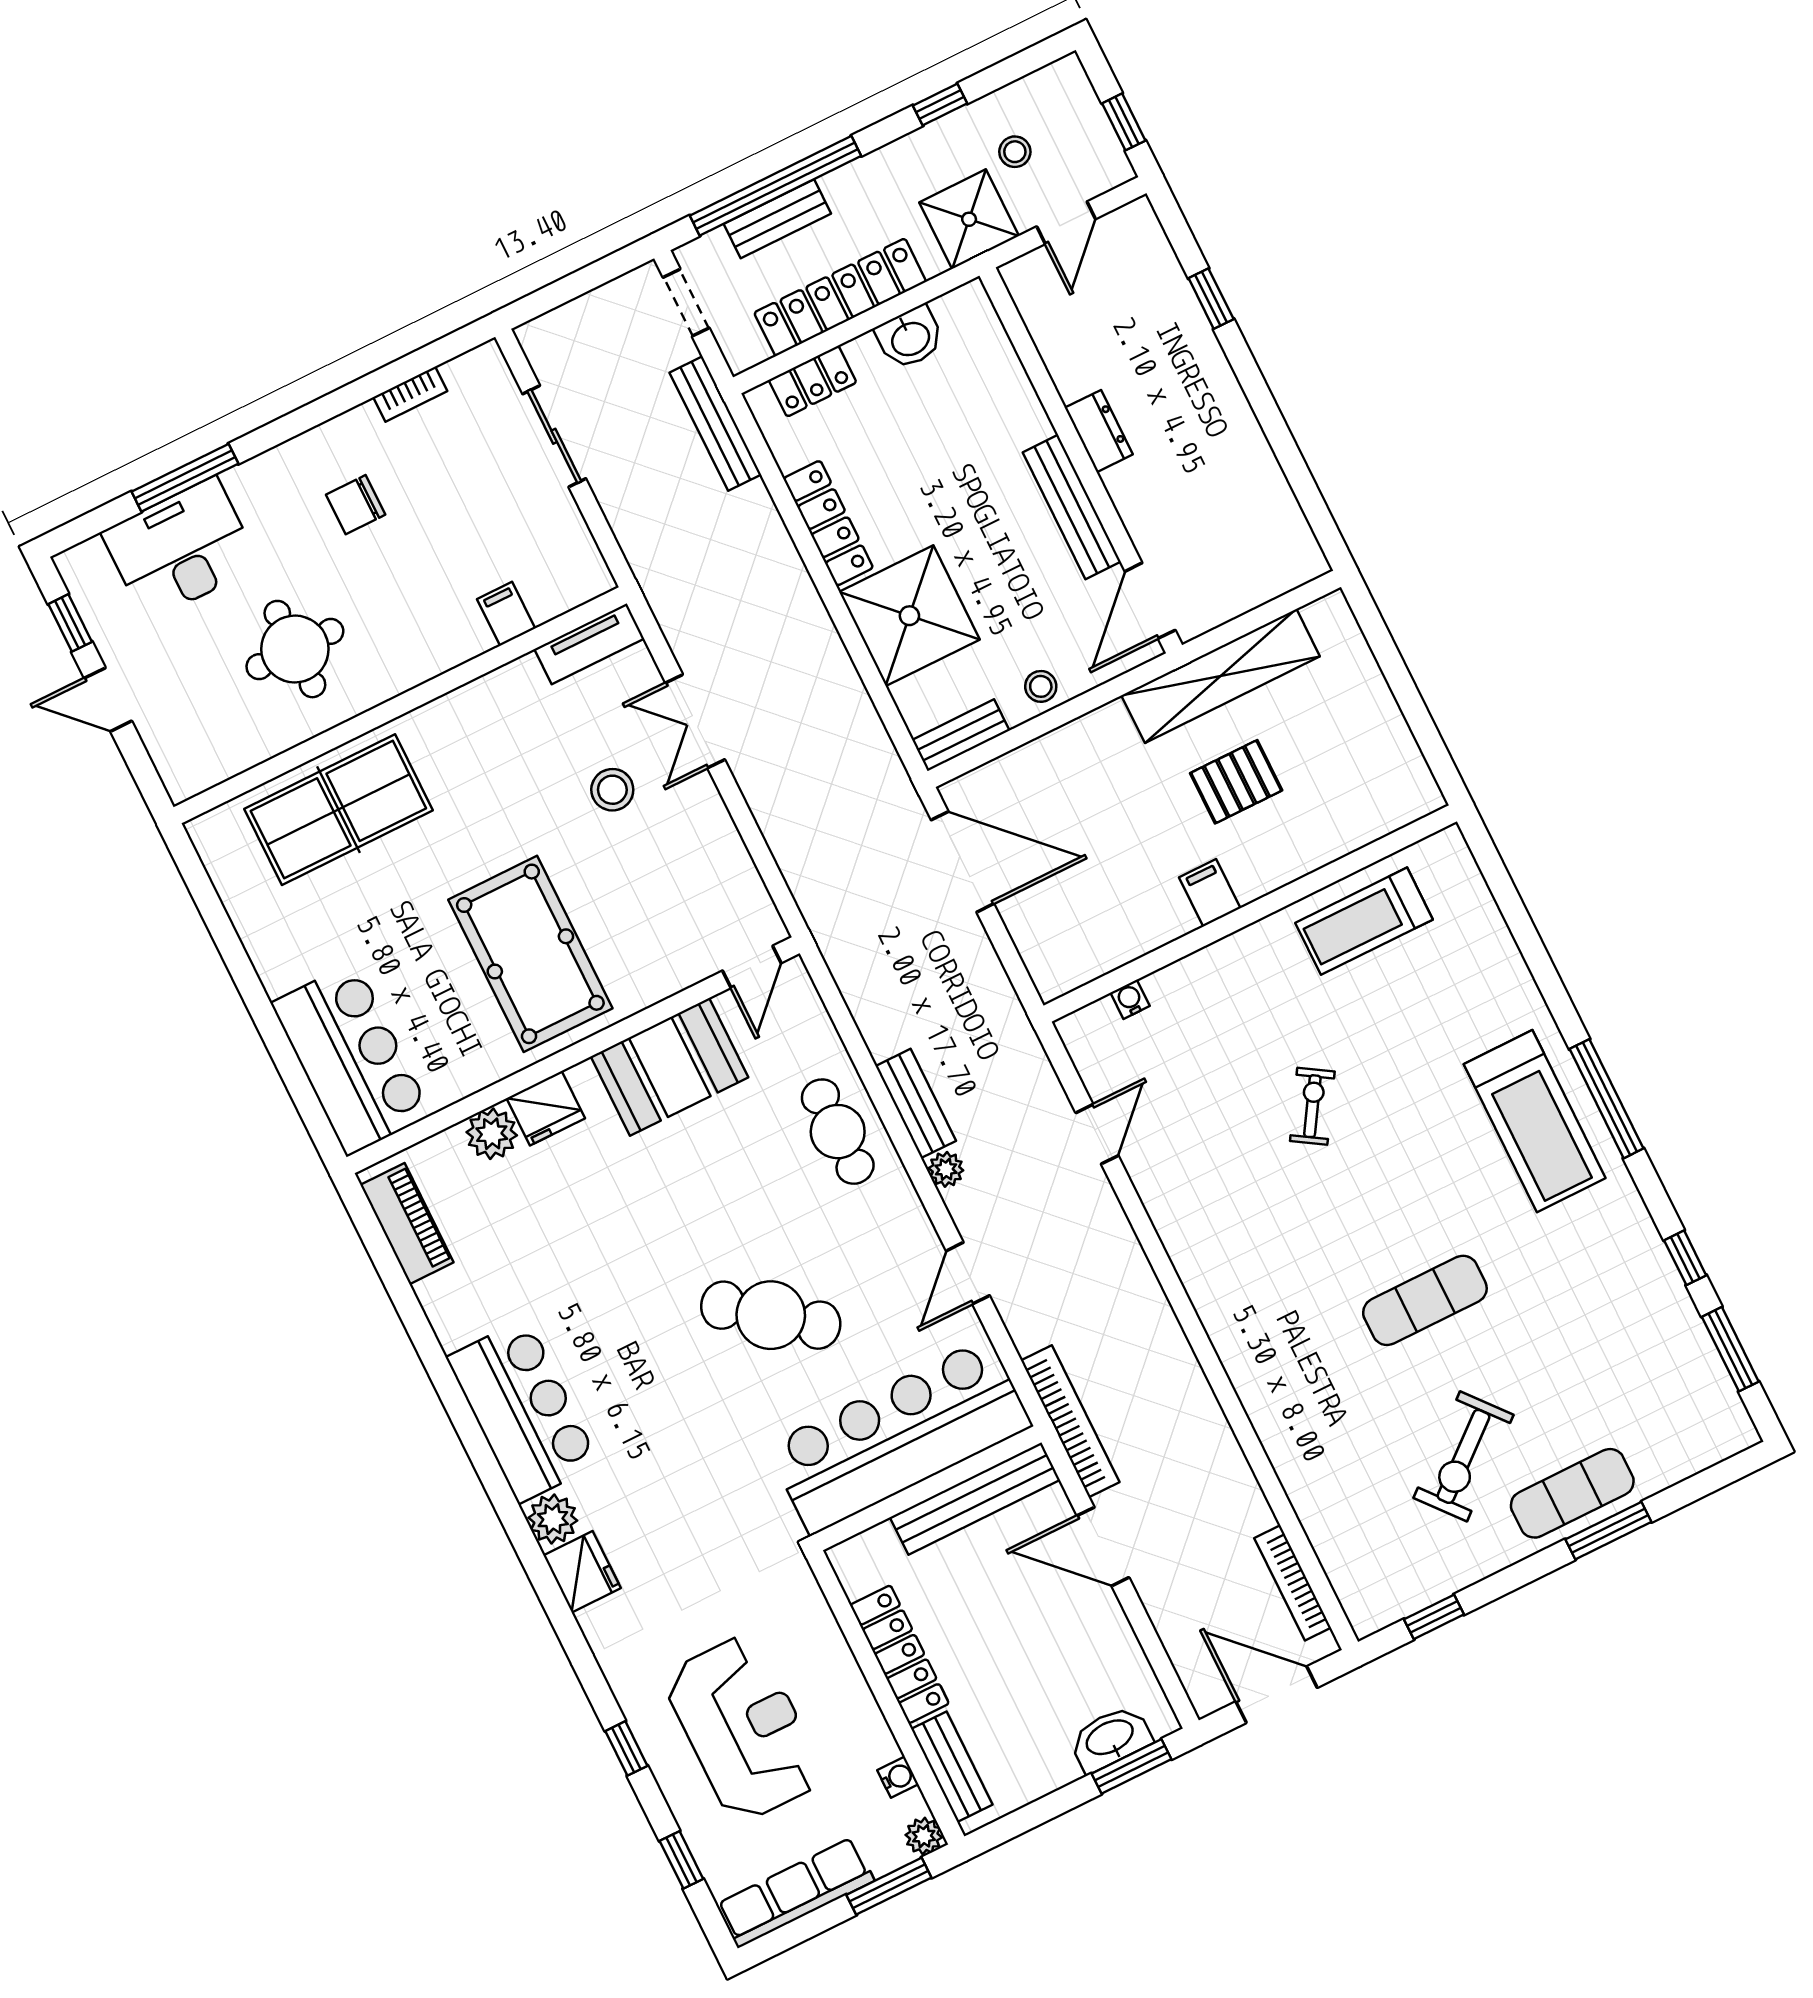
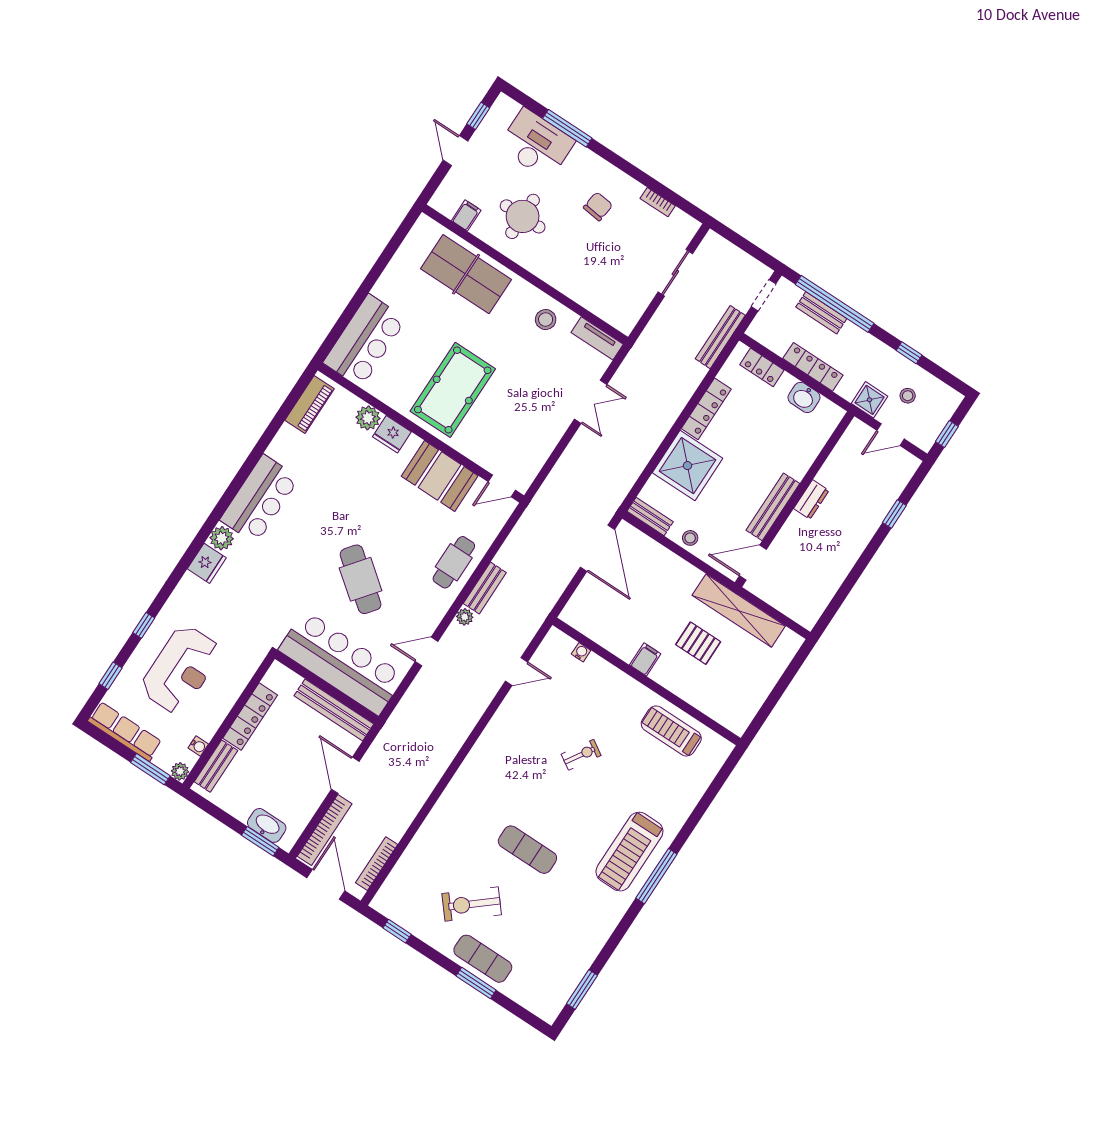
shower: (969, 219) -> (870, 400), width x0.73, depth x0.73
locker: (840, 297) -> (813, 367), width x0.71, depth x0.83
chair: (356, 505) -> (598, 206), turned 97
filing cabinet: (506, 614) -> (466, 215), moved
double door: (695, 721) -> (591, 402), swing flipped
stool: (612, 790) -> (546, 320), moved
window: (1685, 1258) -> (609, 948), removed
bookcase: (1070, 1421) -> (325, 830), moved

